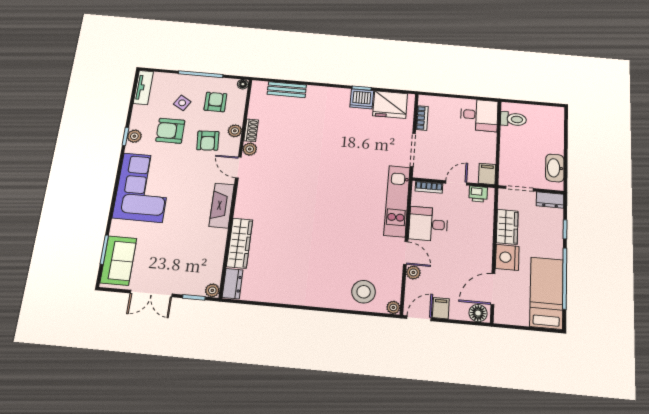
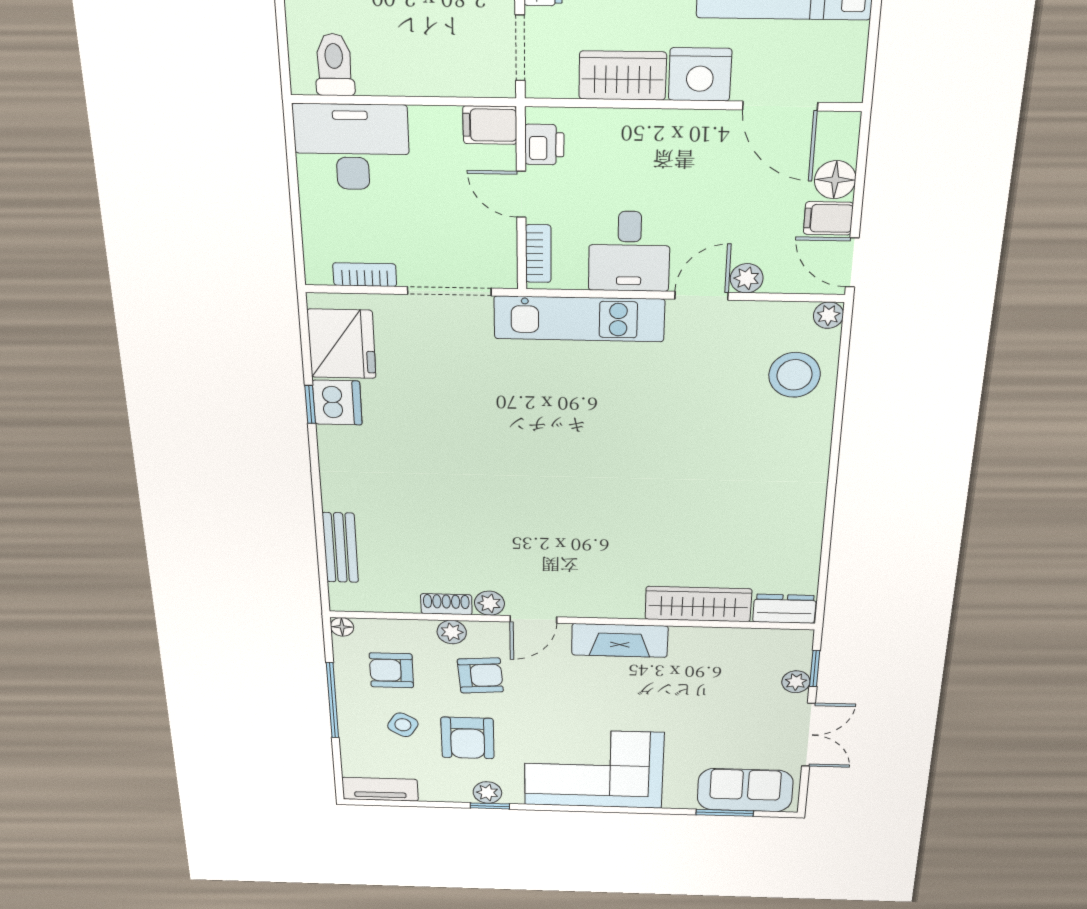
desk: (479, 115) -> (352, 147), width x1.37
plant: (212, 290) -> (796, 682), moved
floor lamp: (478, 313) -> (835, 180), moved

